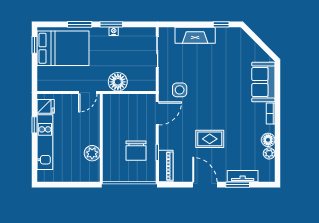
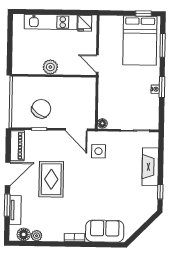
window: (80, 24) -> (163, 45), moved
floor lamp: (118, 82) -> (102, 123), moved, width x0.53, depth x0.53
window: (34, 125) -> (67, 12), removed
rug: (210, 139) -> (51, 179), width x1.36, depth x1.43
floor lamp: (268, 140) -> (24, 234), moved
chair: (136, 151) -> (41, 109), turned 125
plant: (92, 153) -> (50, 67), moved
piano: (166, 166) -> (17, 146), moved, turned -90

